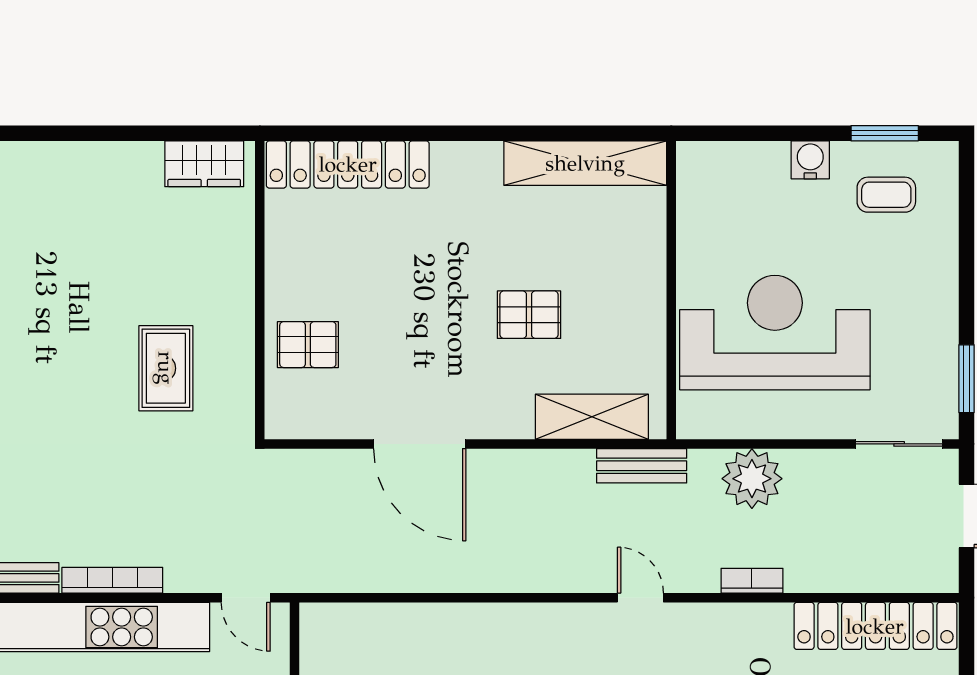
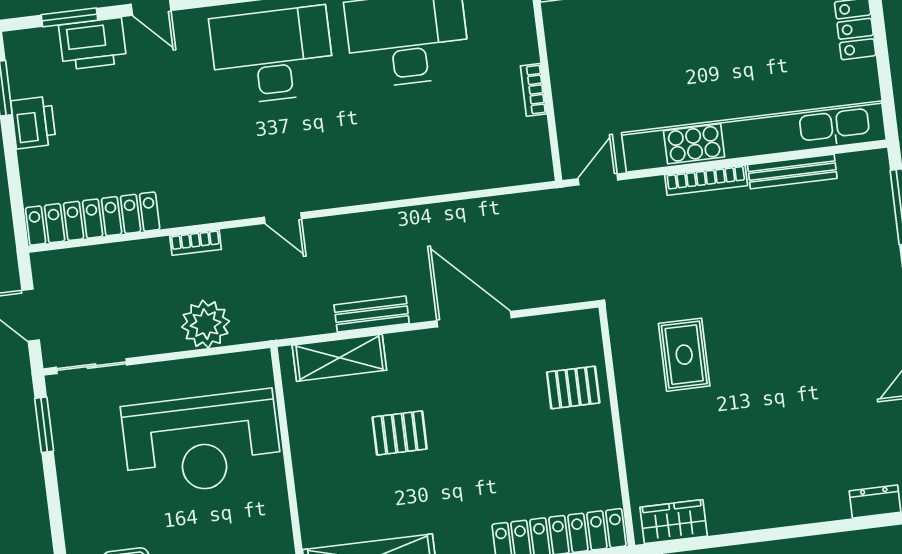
bench: (642, 466) -> (372, 314), moved
door: (246, 598) -> (598, 179), hinge flipped

